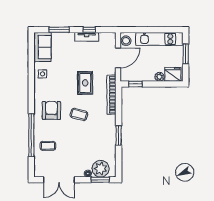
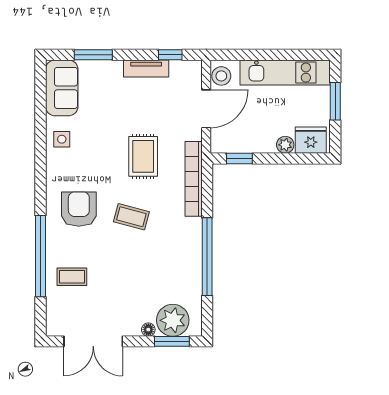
window: (89, 30) -> (170, 55), moved
window: (119, 135) -> (207, 257), width x2.11

